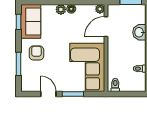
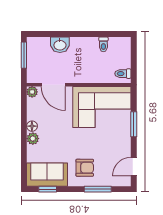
armchair: (36, 53) -> (85, 168), turned 180
door: (48, 94) -> (134, 167), moved

